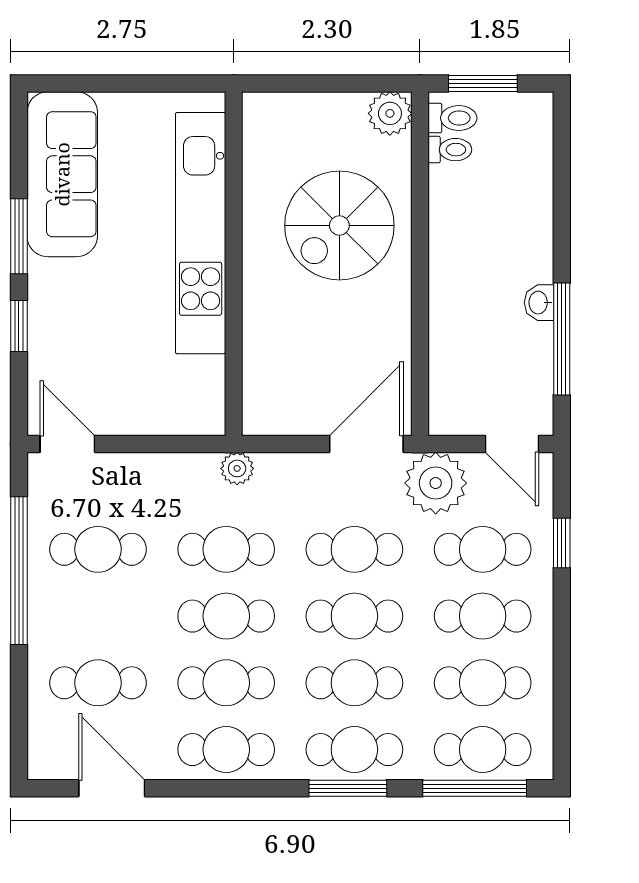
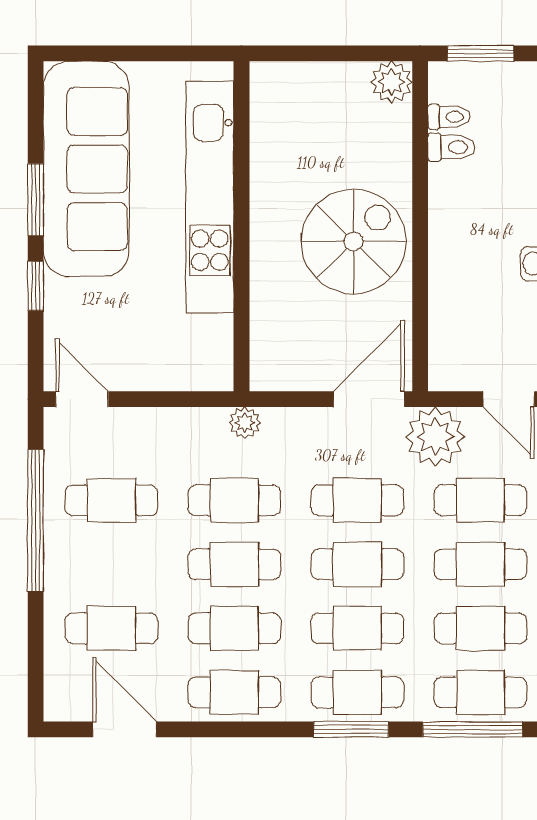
toilet: (452, 118) -> (451, 147), moved
sofa: (62, 174) -> (86, 169), width x1.36, depth x1.27
spiral stairs: (339, 226) -> (354, 241), moved, turned 180

